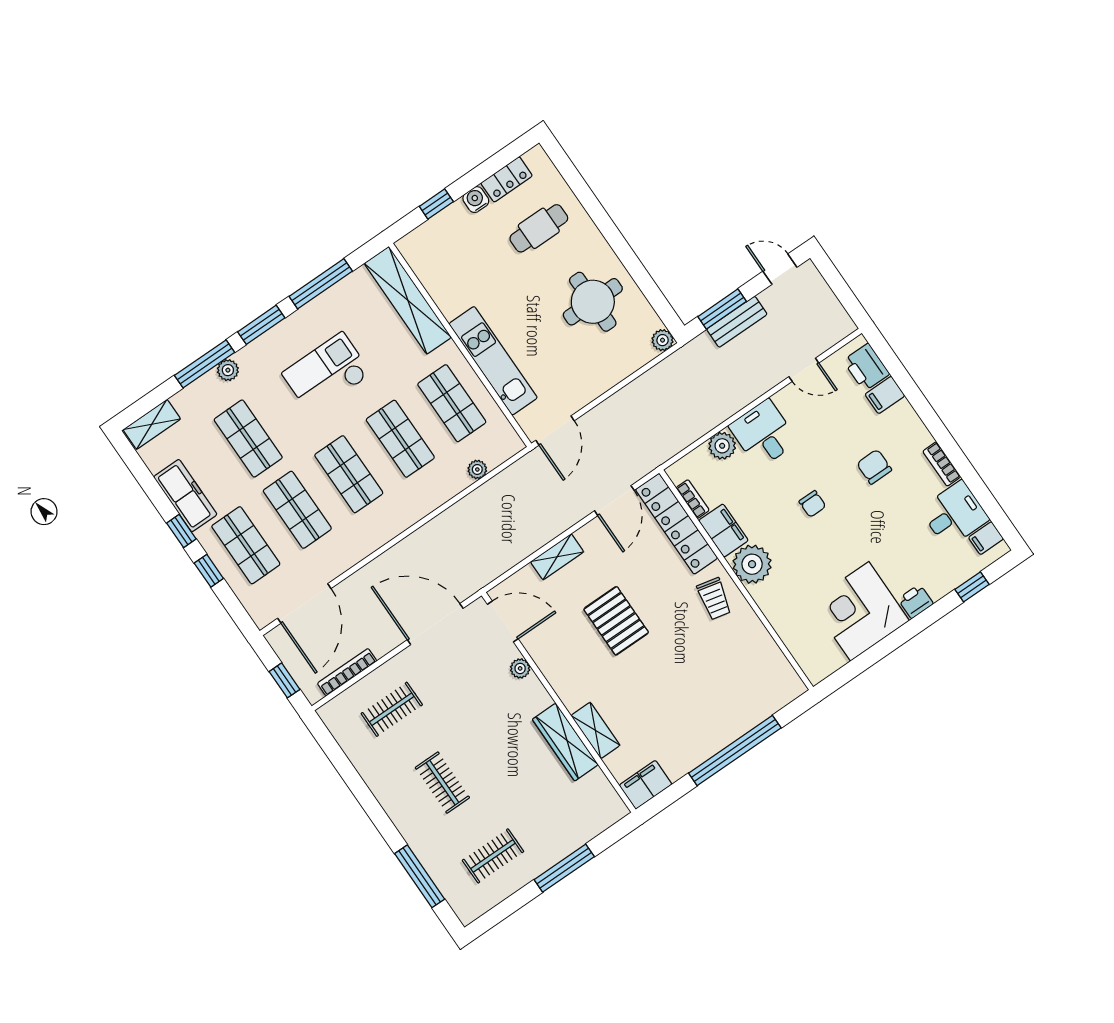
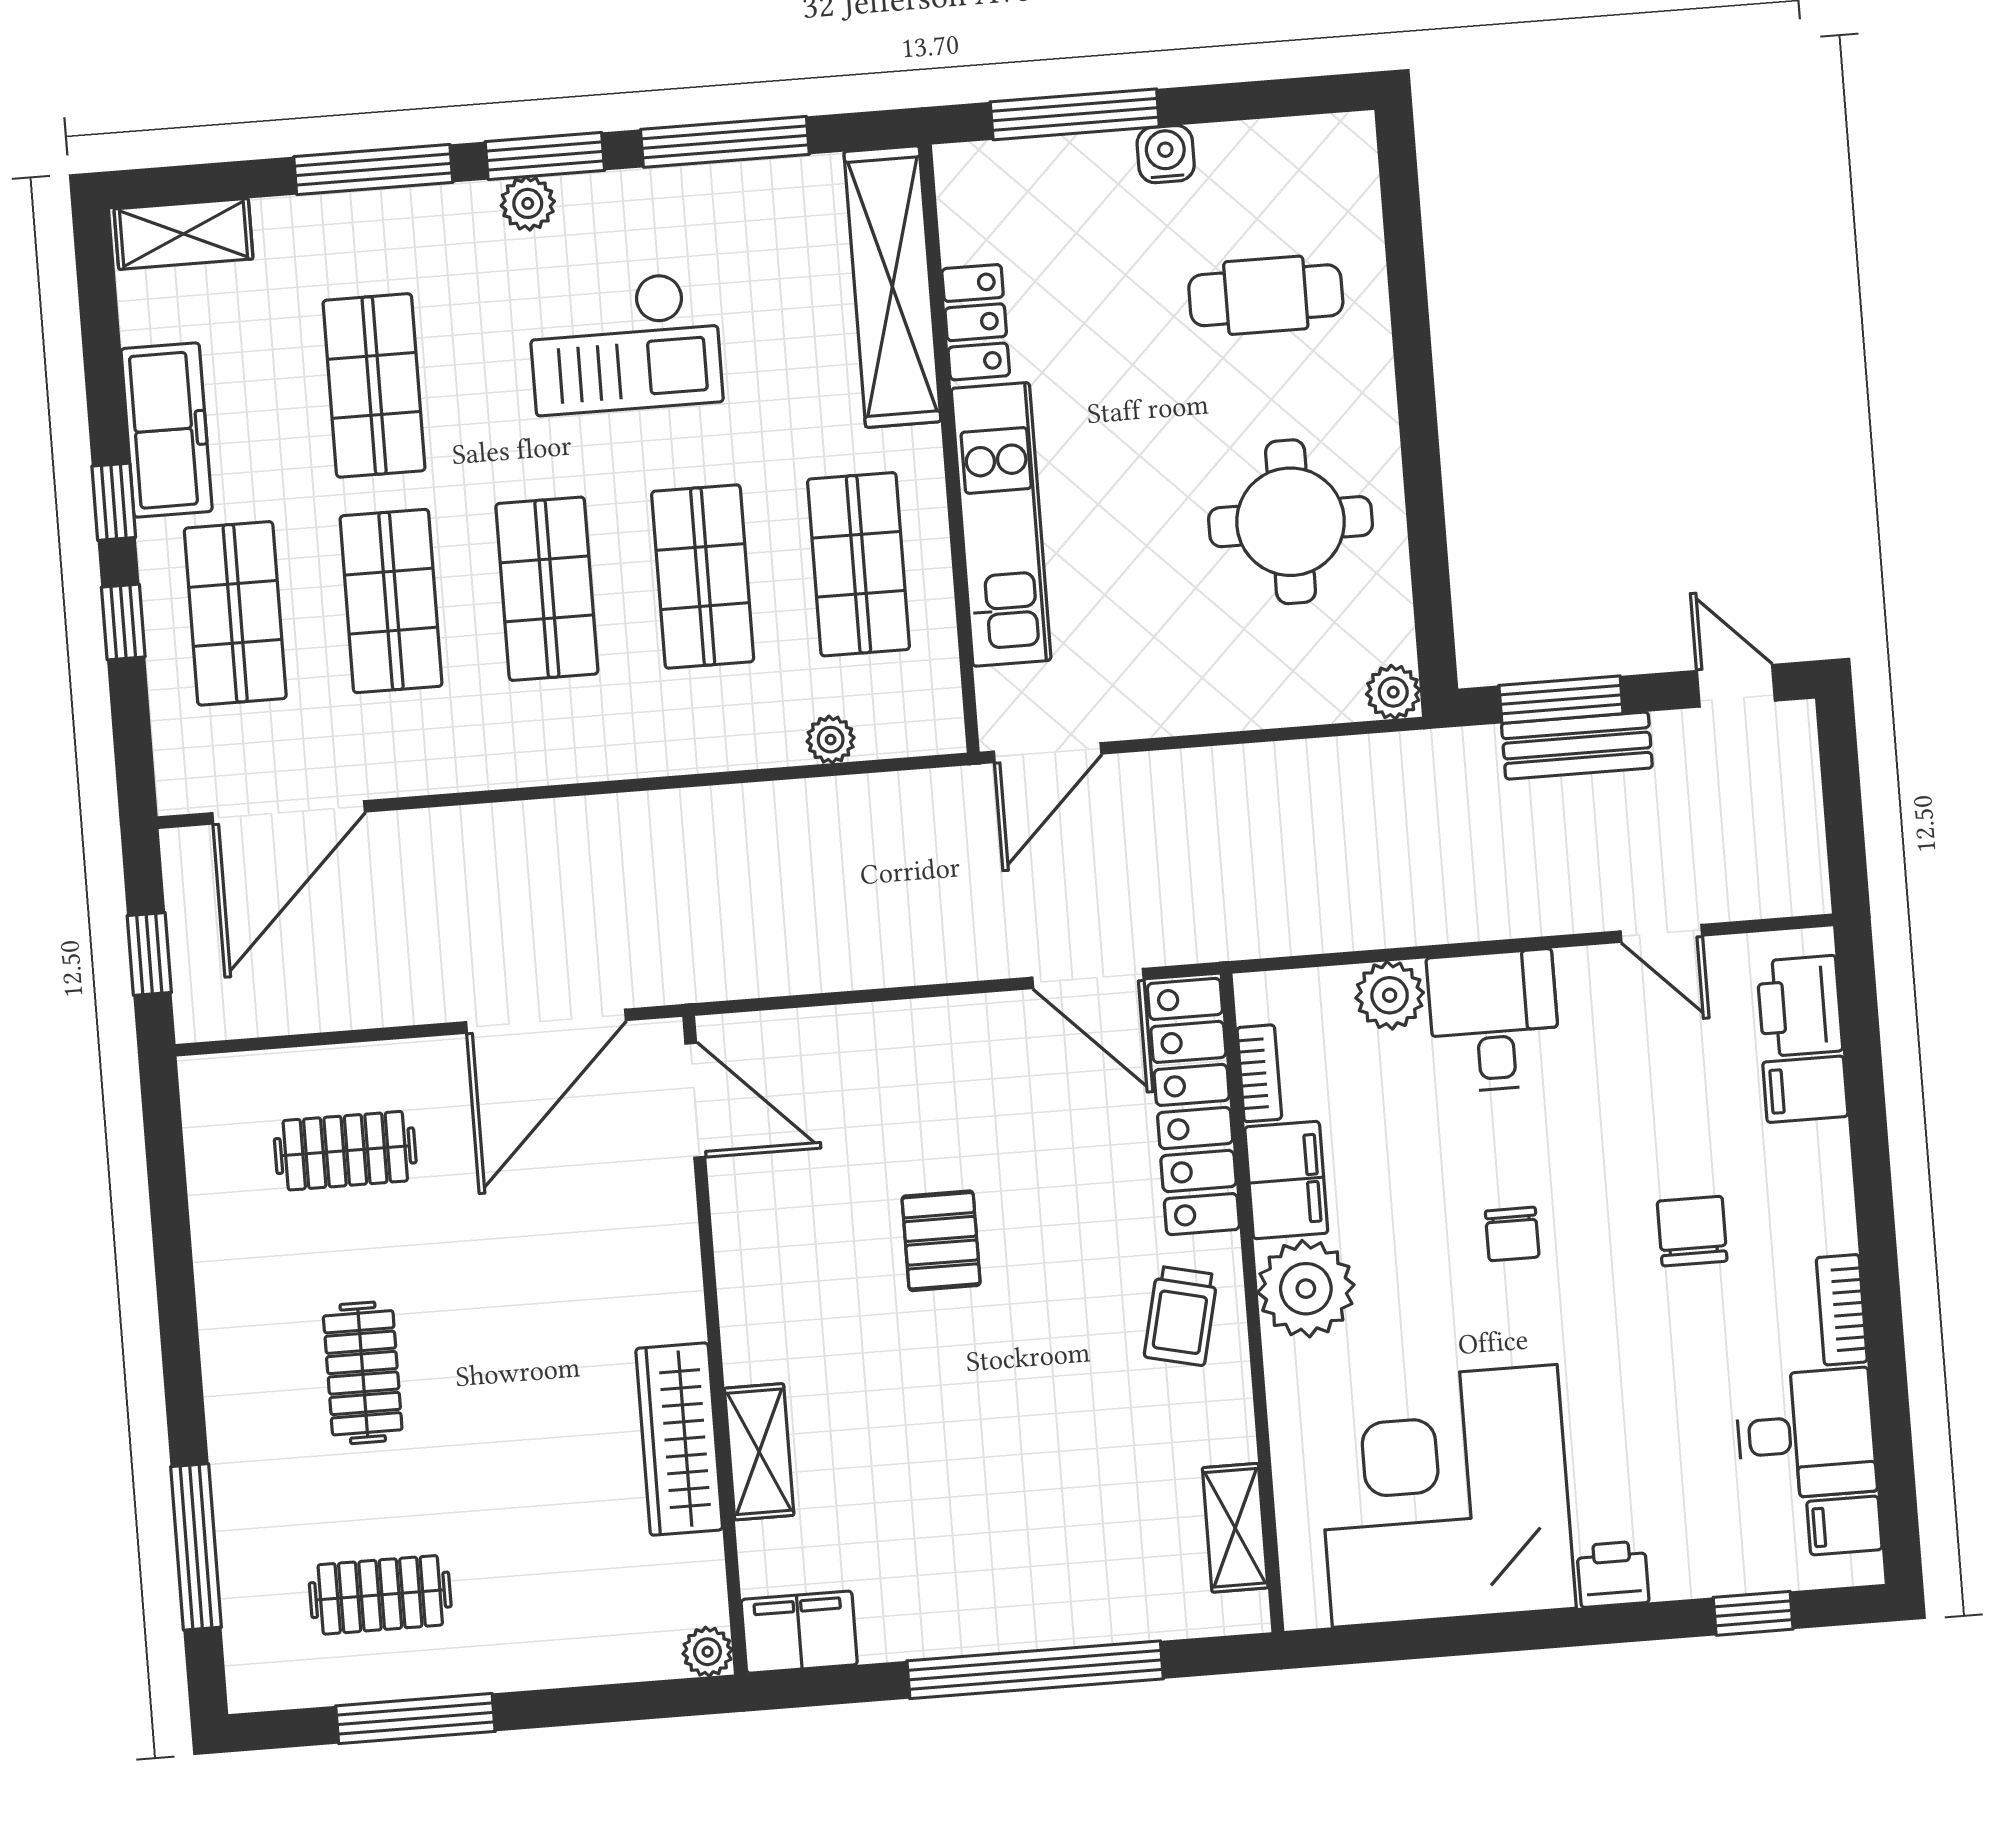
locker: (507, 179) -> (976, 322), moved, turned -90
window: (436, 204) -> (1075, 114), width x2.17
plant: (228, 370) -> (528, 203), moved
checkout: (327, 374) -> (625, 343), turned 180
door: (614, 501) -> (1088, 979), hinge flipped
shelving: (557, 557) -> (1235, 1528), moved, turned 90
corner desk: (860, 611) -> (1445, 1496), width x1.36, depth x1.36
pallet: (616, 621) -> (941, 1241), width x0.67, depth x0.71
door: (435, 624) -> (546, 1021), swing flipped
plant: (520, 668) -> (707, 1652), moved
bookcase: (347, 672) -> (295, 1015), removed
window: (564, 868) -> (415, 1719), moved

